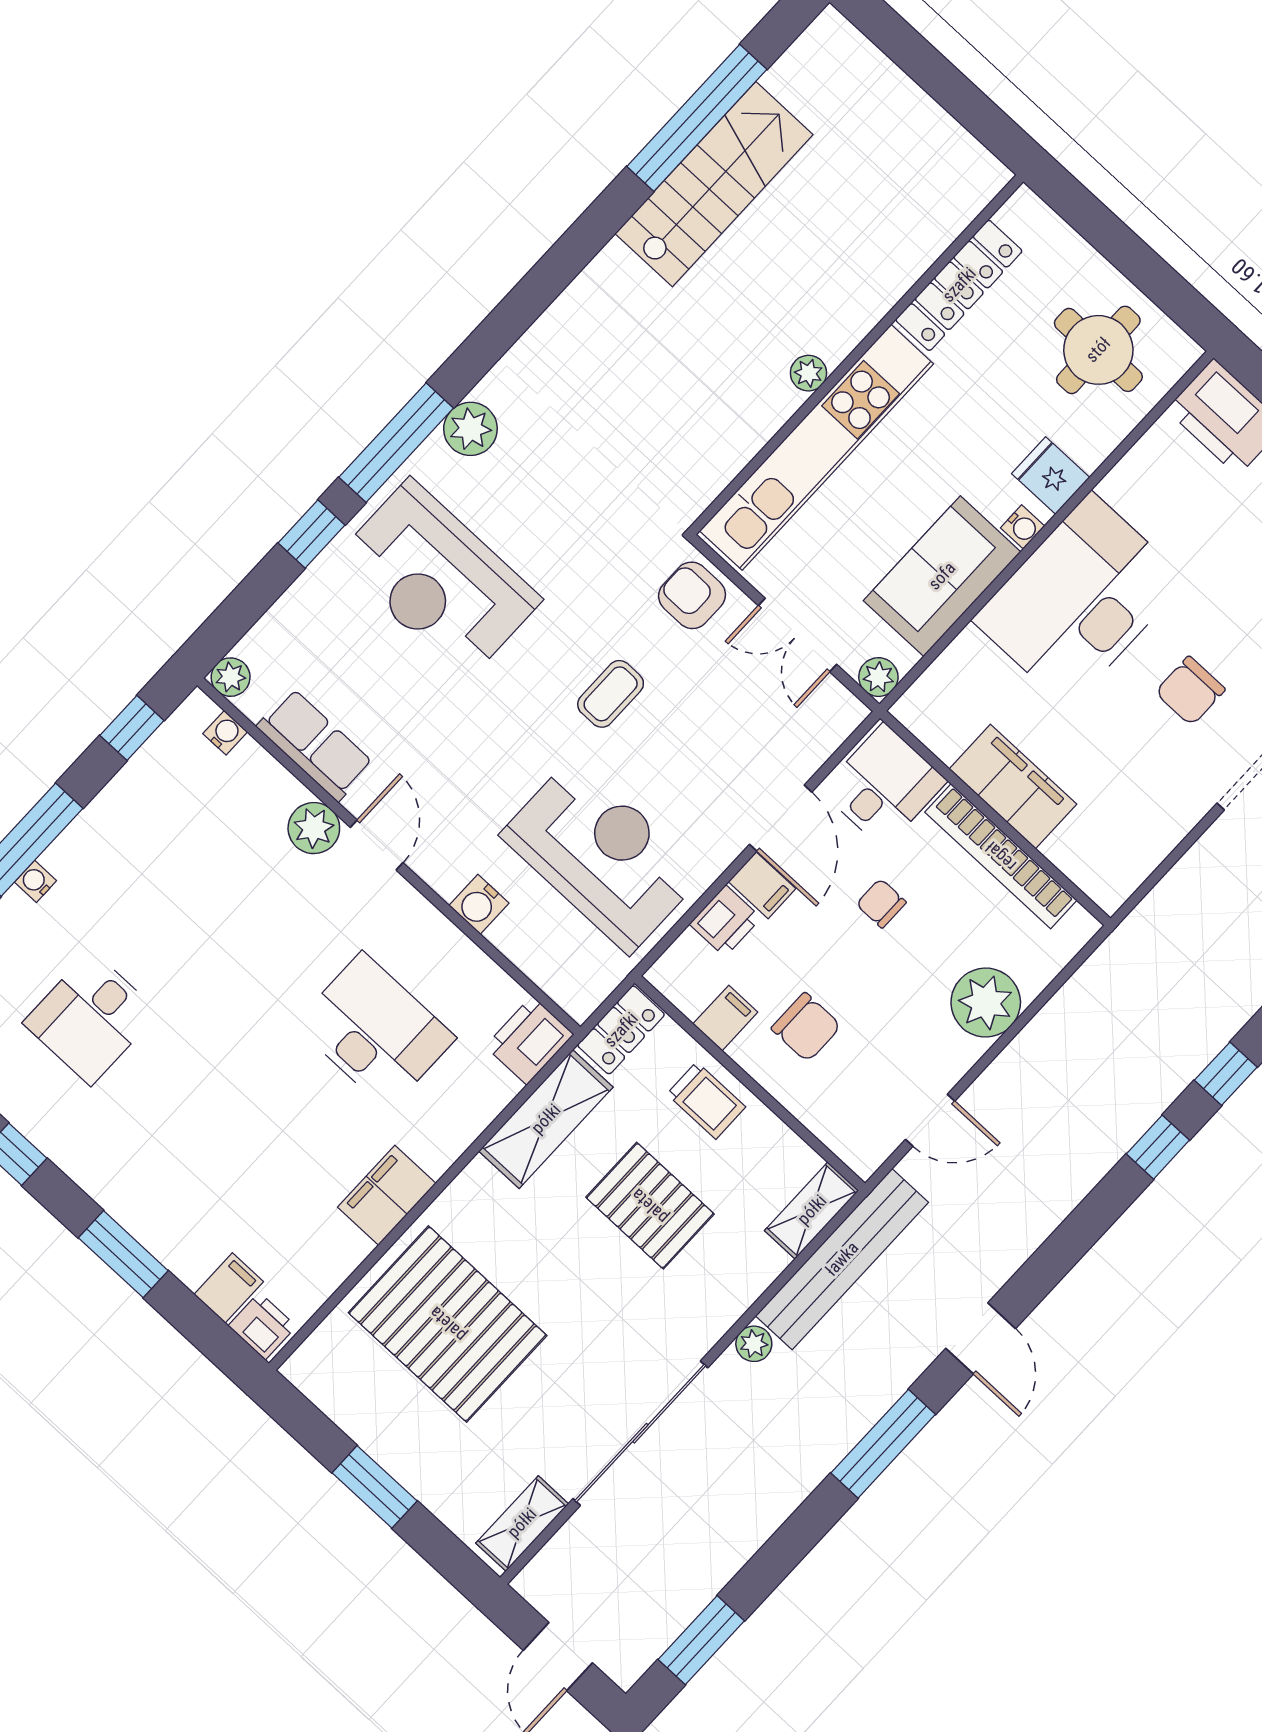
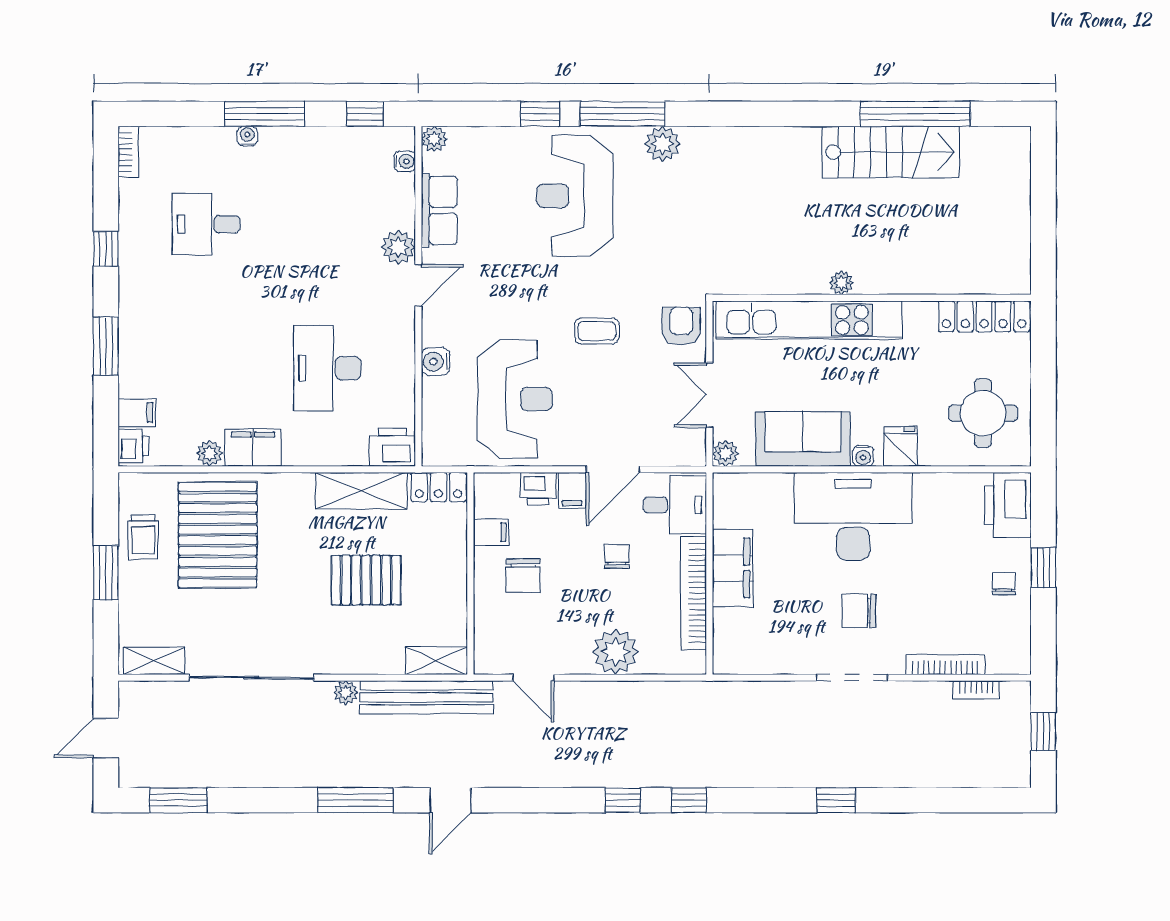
locker: (959, 285) -> (984, 316), moved
desk: (375, 1031) -> (327, 368), turned 180
trolley: (706, 1100) -> (143, 537), moved
pallet: (650, 1206) -> (366, 580), turned 90
plant: (349, 1249) -> (210, 453), added

